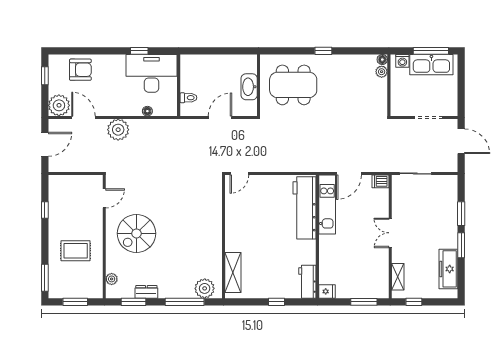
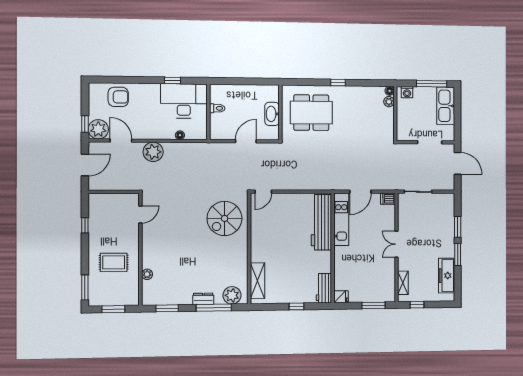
kitchen sink: (431, 65) -> (446, 106), moved, turned 90
window: (45, 76) -> (85, 124), moved
toilet: (188, 98) -> (217, 108), moved
spiral stairs: (136, 233) -> (224, 218), moved
plant: (112, 279) -> (147, 274), moved
dresser: (146, 292) -> (203, 299), moved

